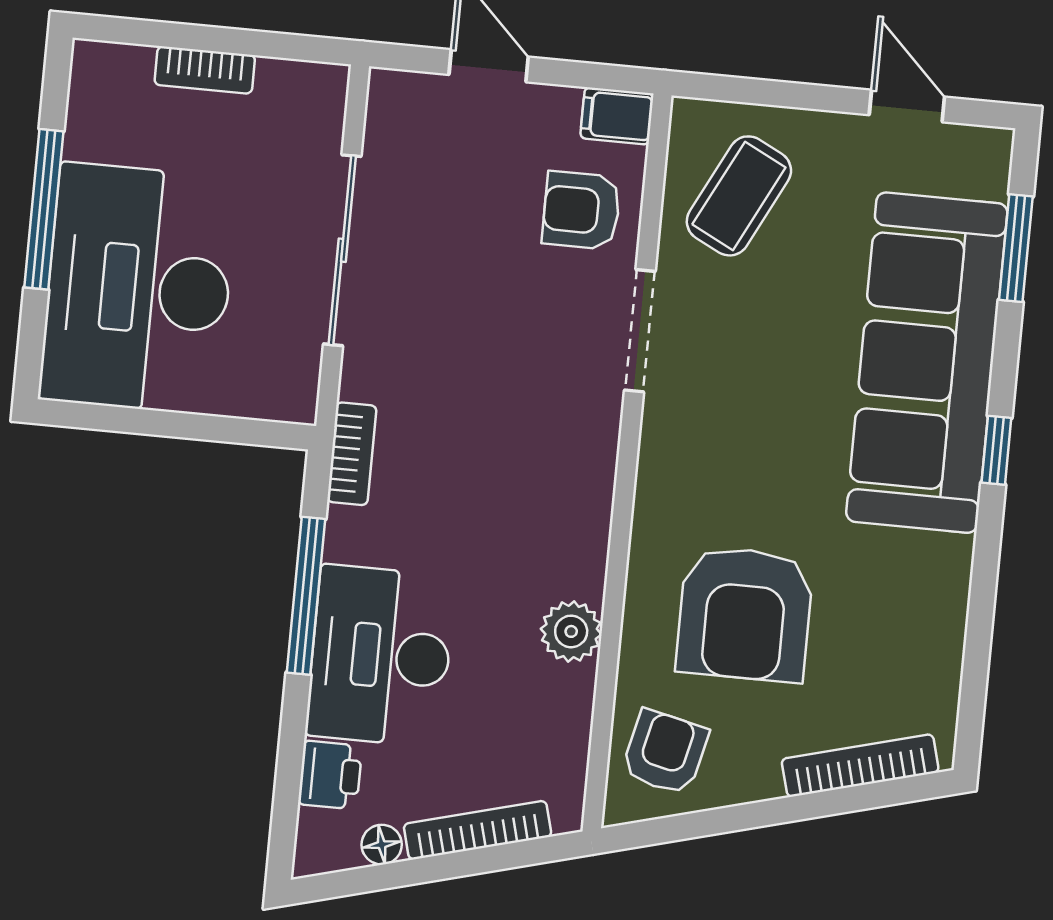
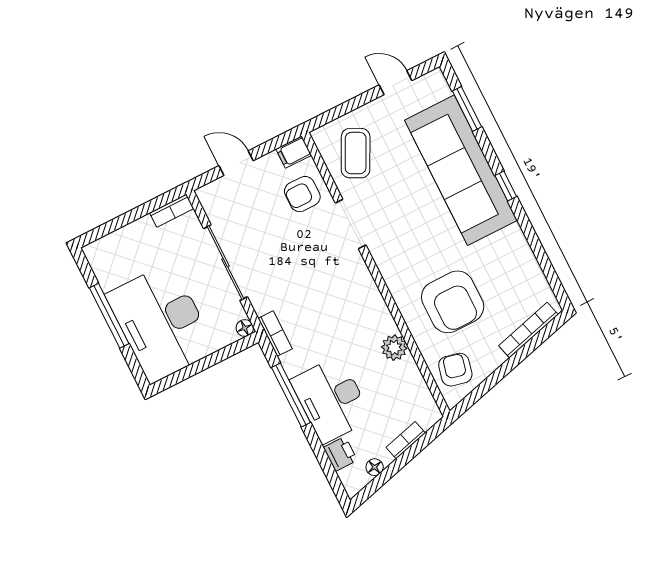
bookcase: (205, 70) -> (172, 211), moved
floor lamp: (298, 404) -> (245, 328), added
bookcase: (478, 830) -> (406, 440), width x0.64

